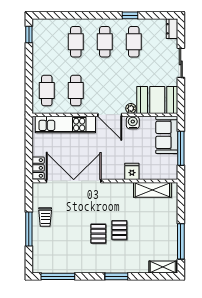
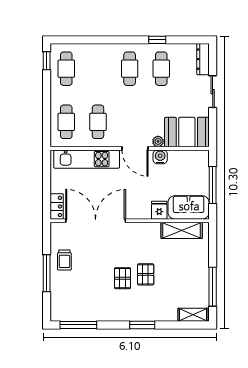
dresser: (172, 29) -> (203, 59), width x1.44
cafe table: (76, 42) -> (66, 69), moved
sofa: (167, 135) -> (189, 207), moved, turned 90

